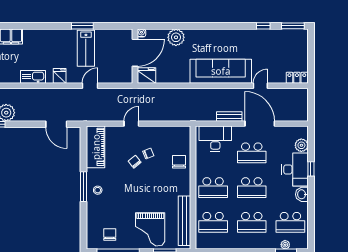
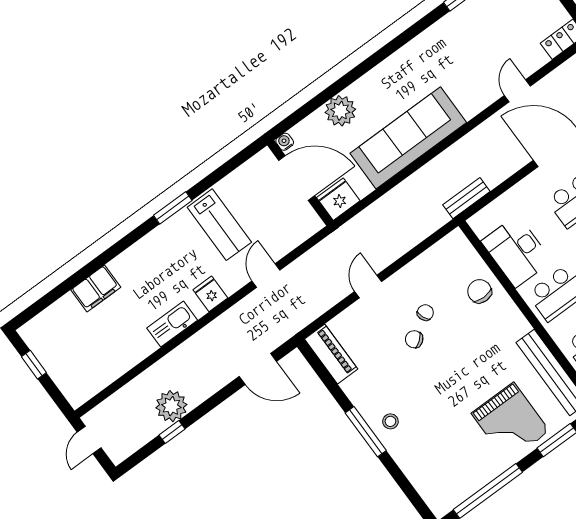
window: (82, 26) -> (173, 208), moved
door: (135, 53) -> (297, 178), hinge flipped
sofa: (221, 71) -> (408, 138), moved
bench: (229, 116) -> (466, 198), moved
desk: (215, 139) -> (517, 251), moved, turned -90
piano: (96, 147) -> (331, 354), width x0.73, depth x0.75
chair: (110, 234) -> (456, 474), removed

